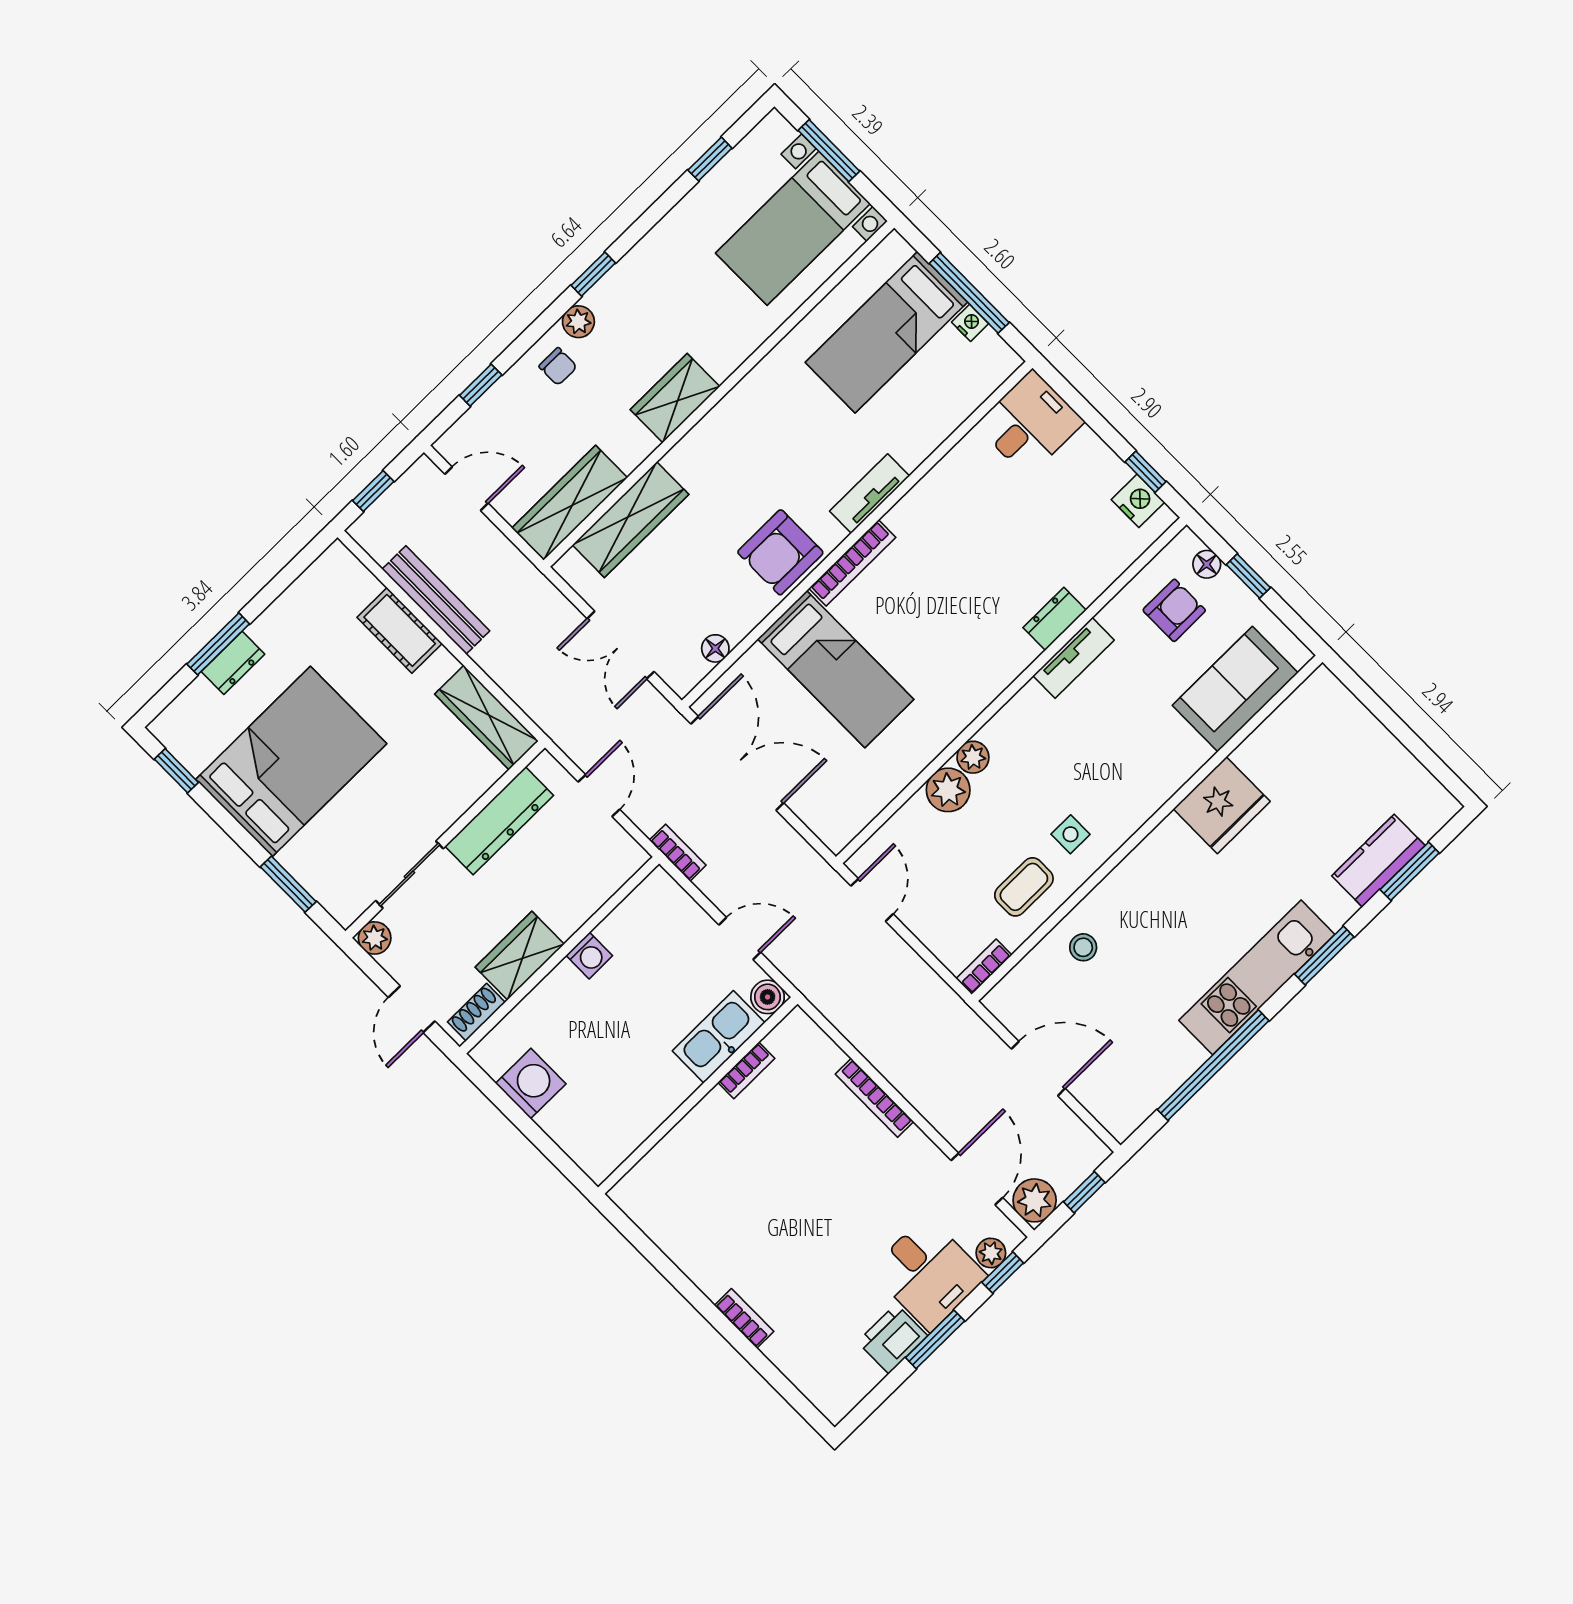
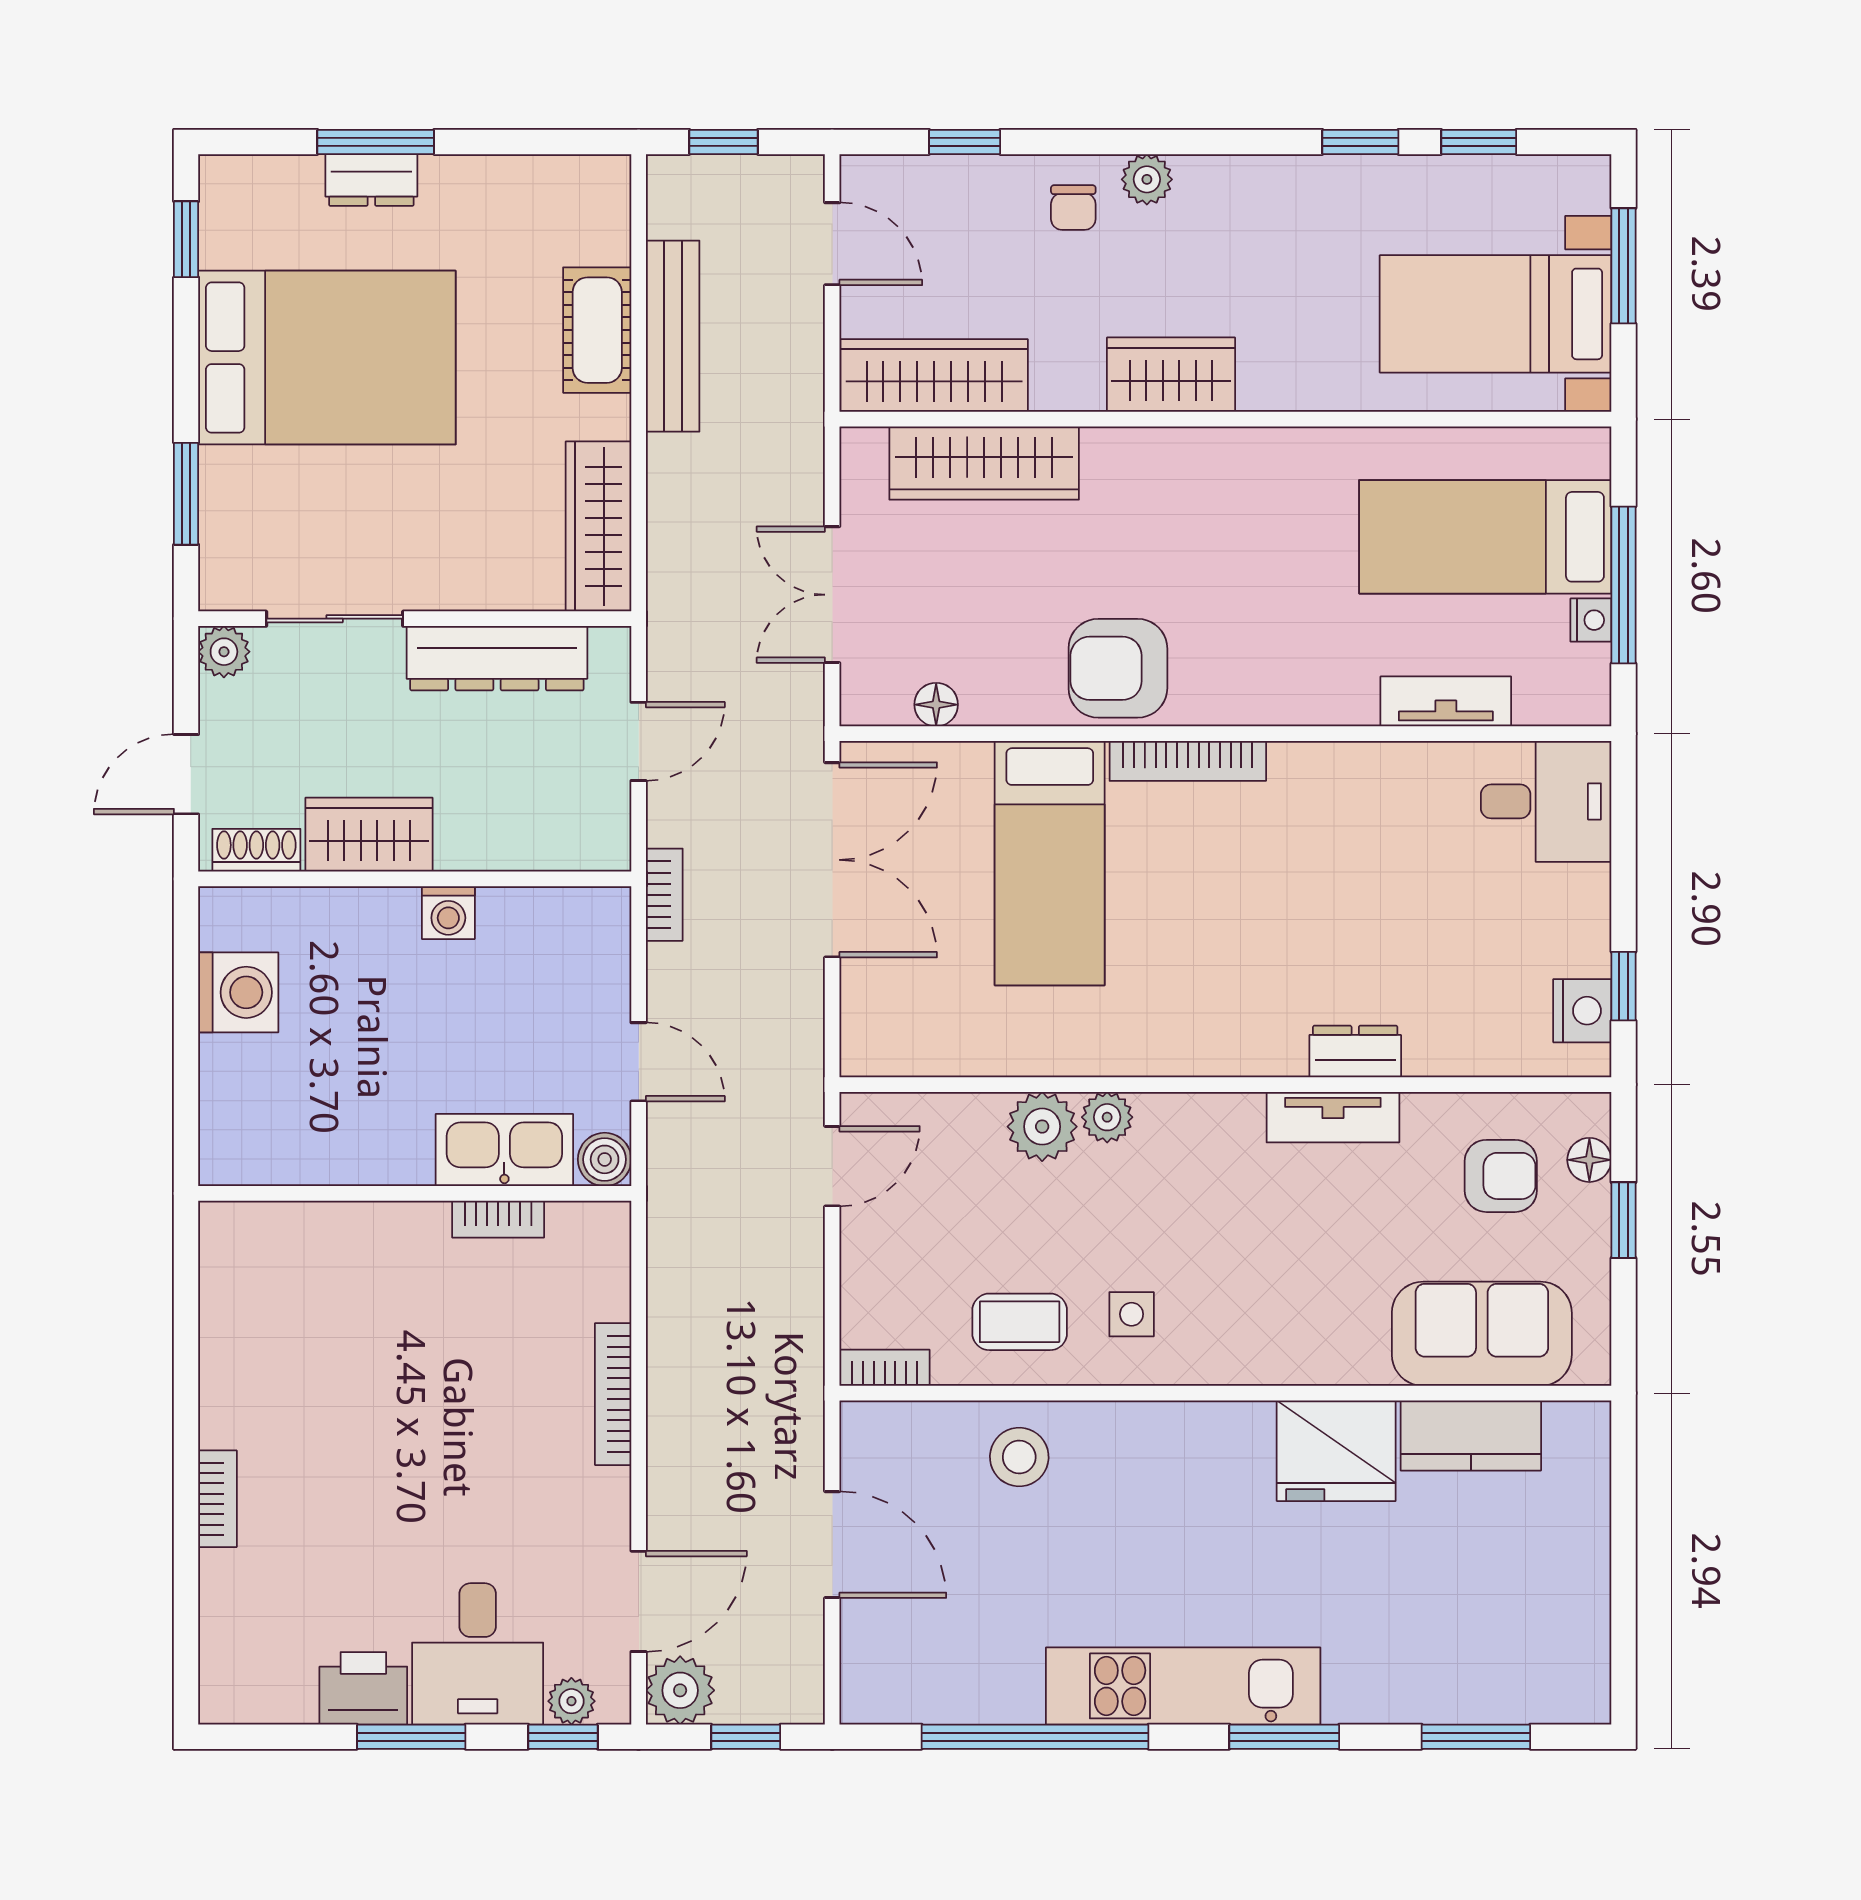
window: (593, 274) -> (1360, 142), moved
tv unit: (870, 494) -> (1446, 701), moved
kitchen counter: (1378, 861) -> (1471, 1435), moved, turned 180
stool: (1083, 947) -> (1019, 1457), width x1.37, depth x1.37

